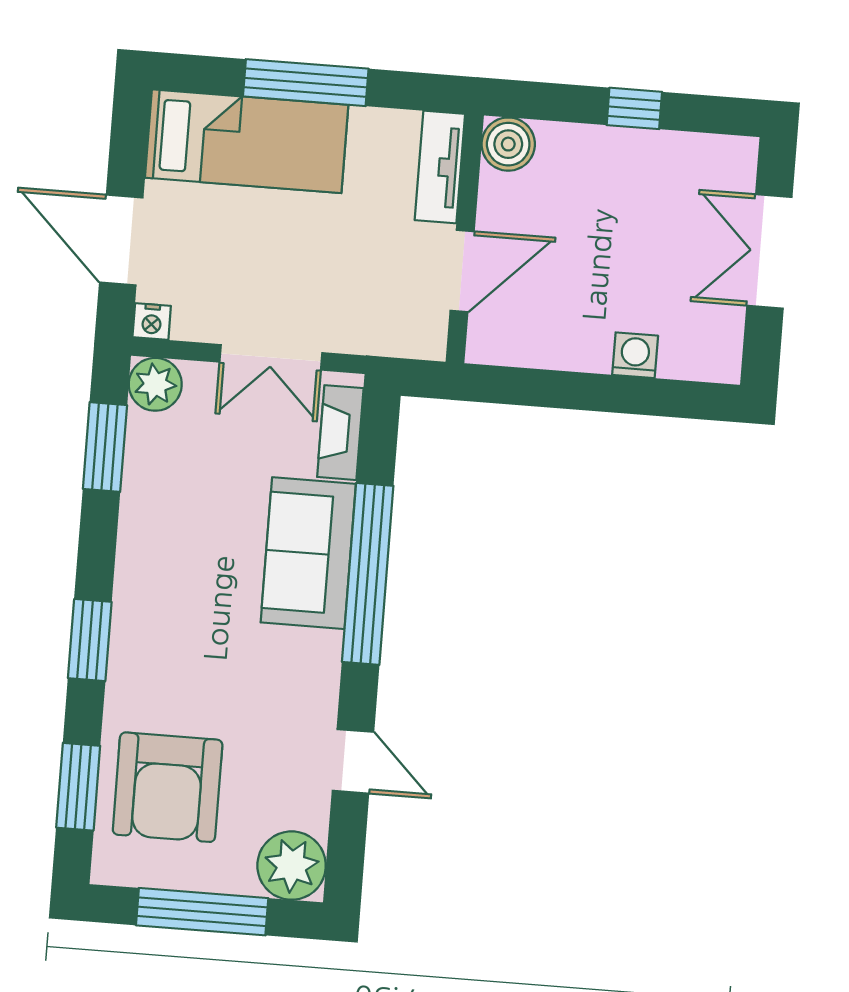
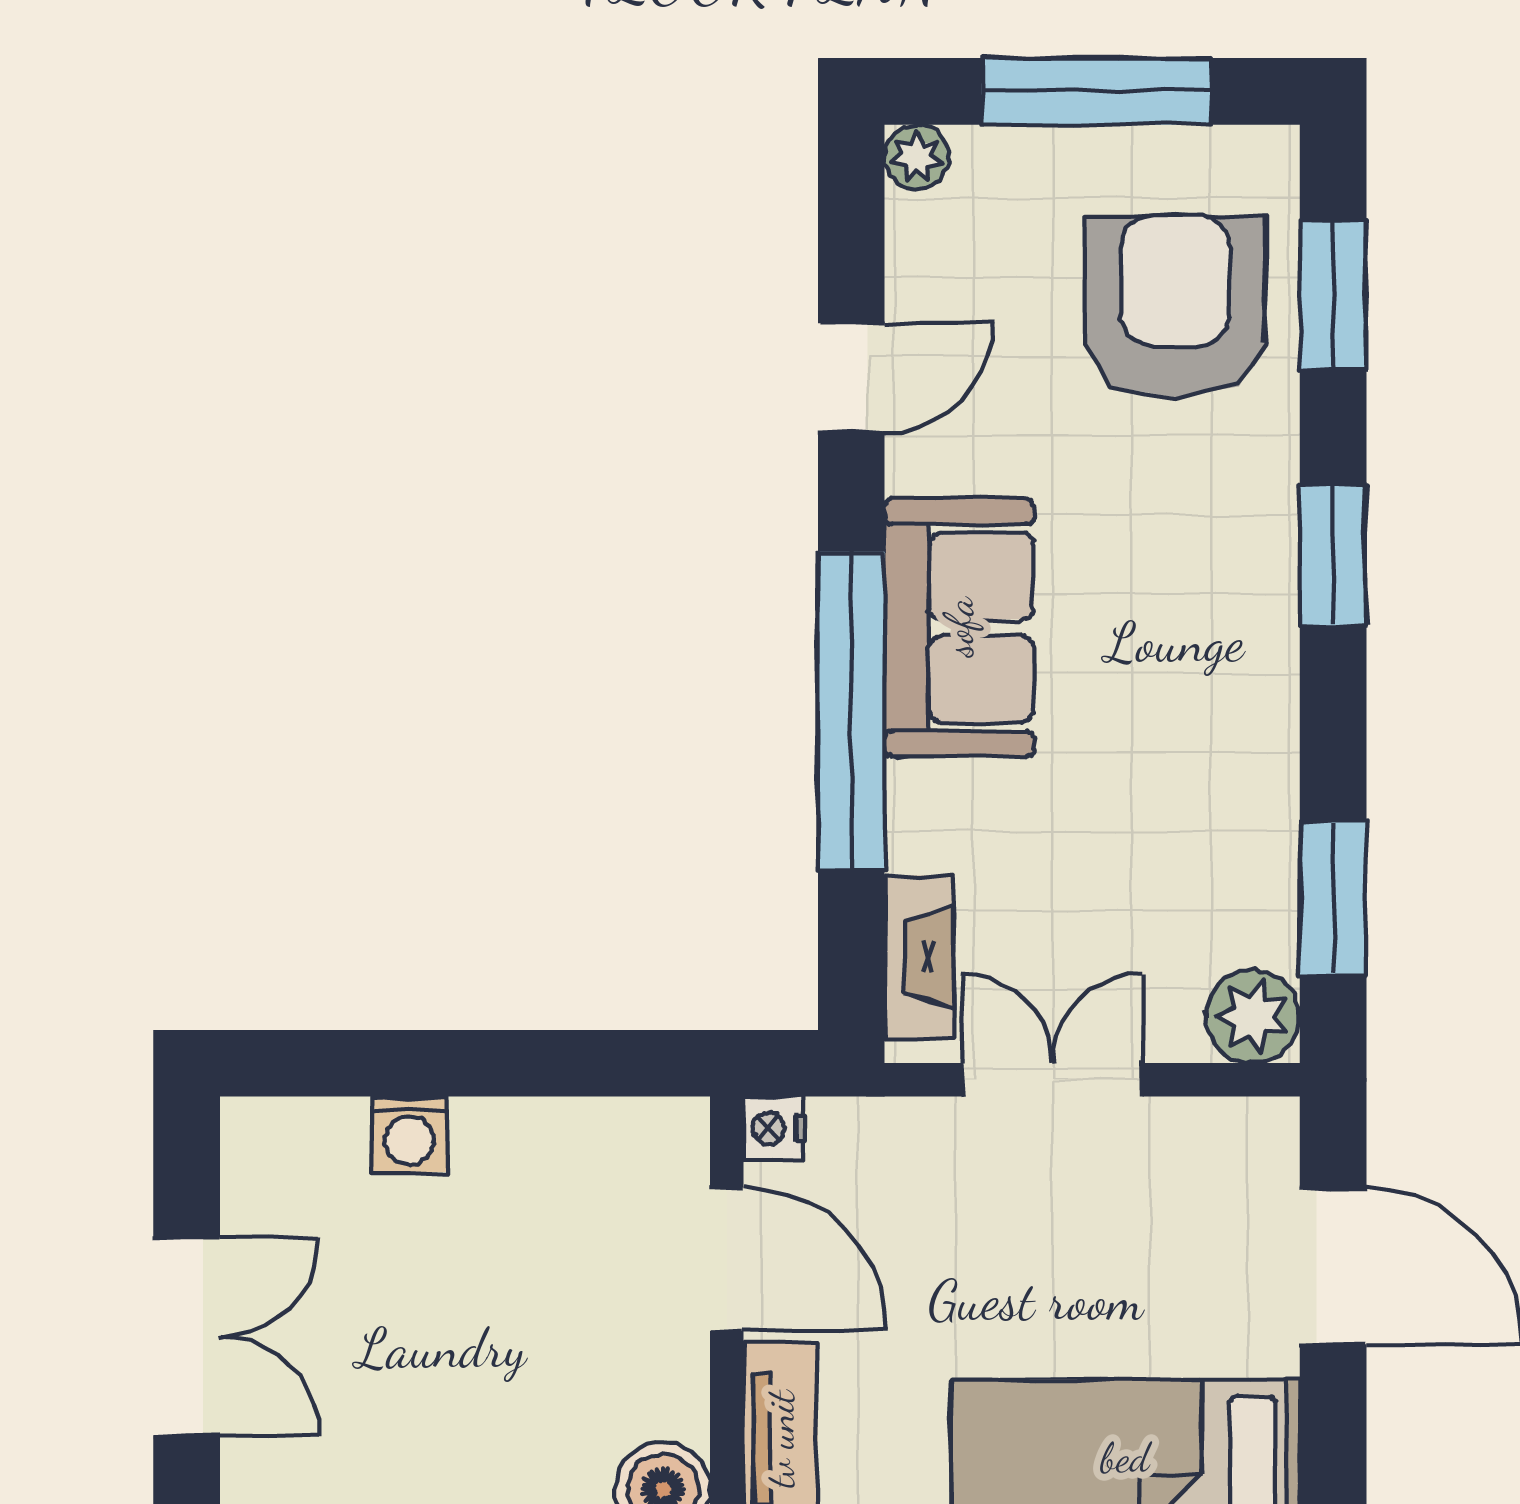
door: (462, 271) -> (727, 1259), swing flipped
nightstand: (152, 322) -> (773, 1128), moved, turned -90
sofa: (308, 553) -> (959, 627), moved
door: (353, 761) -> (851, 378), swing flipped
plant: (292, 866) -> (917, 157), width x0.53, depth x0.53

